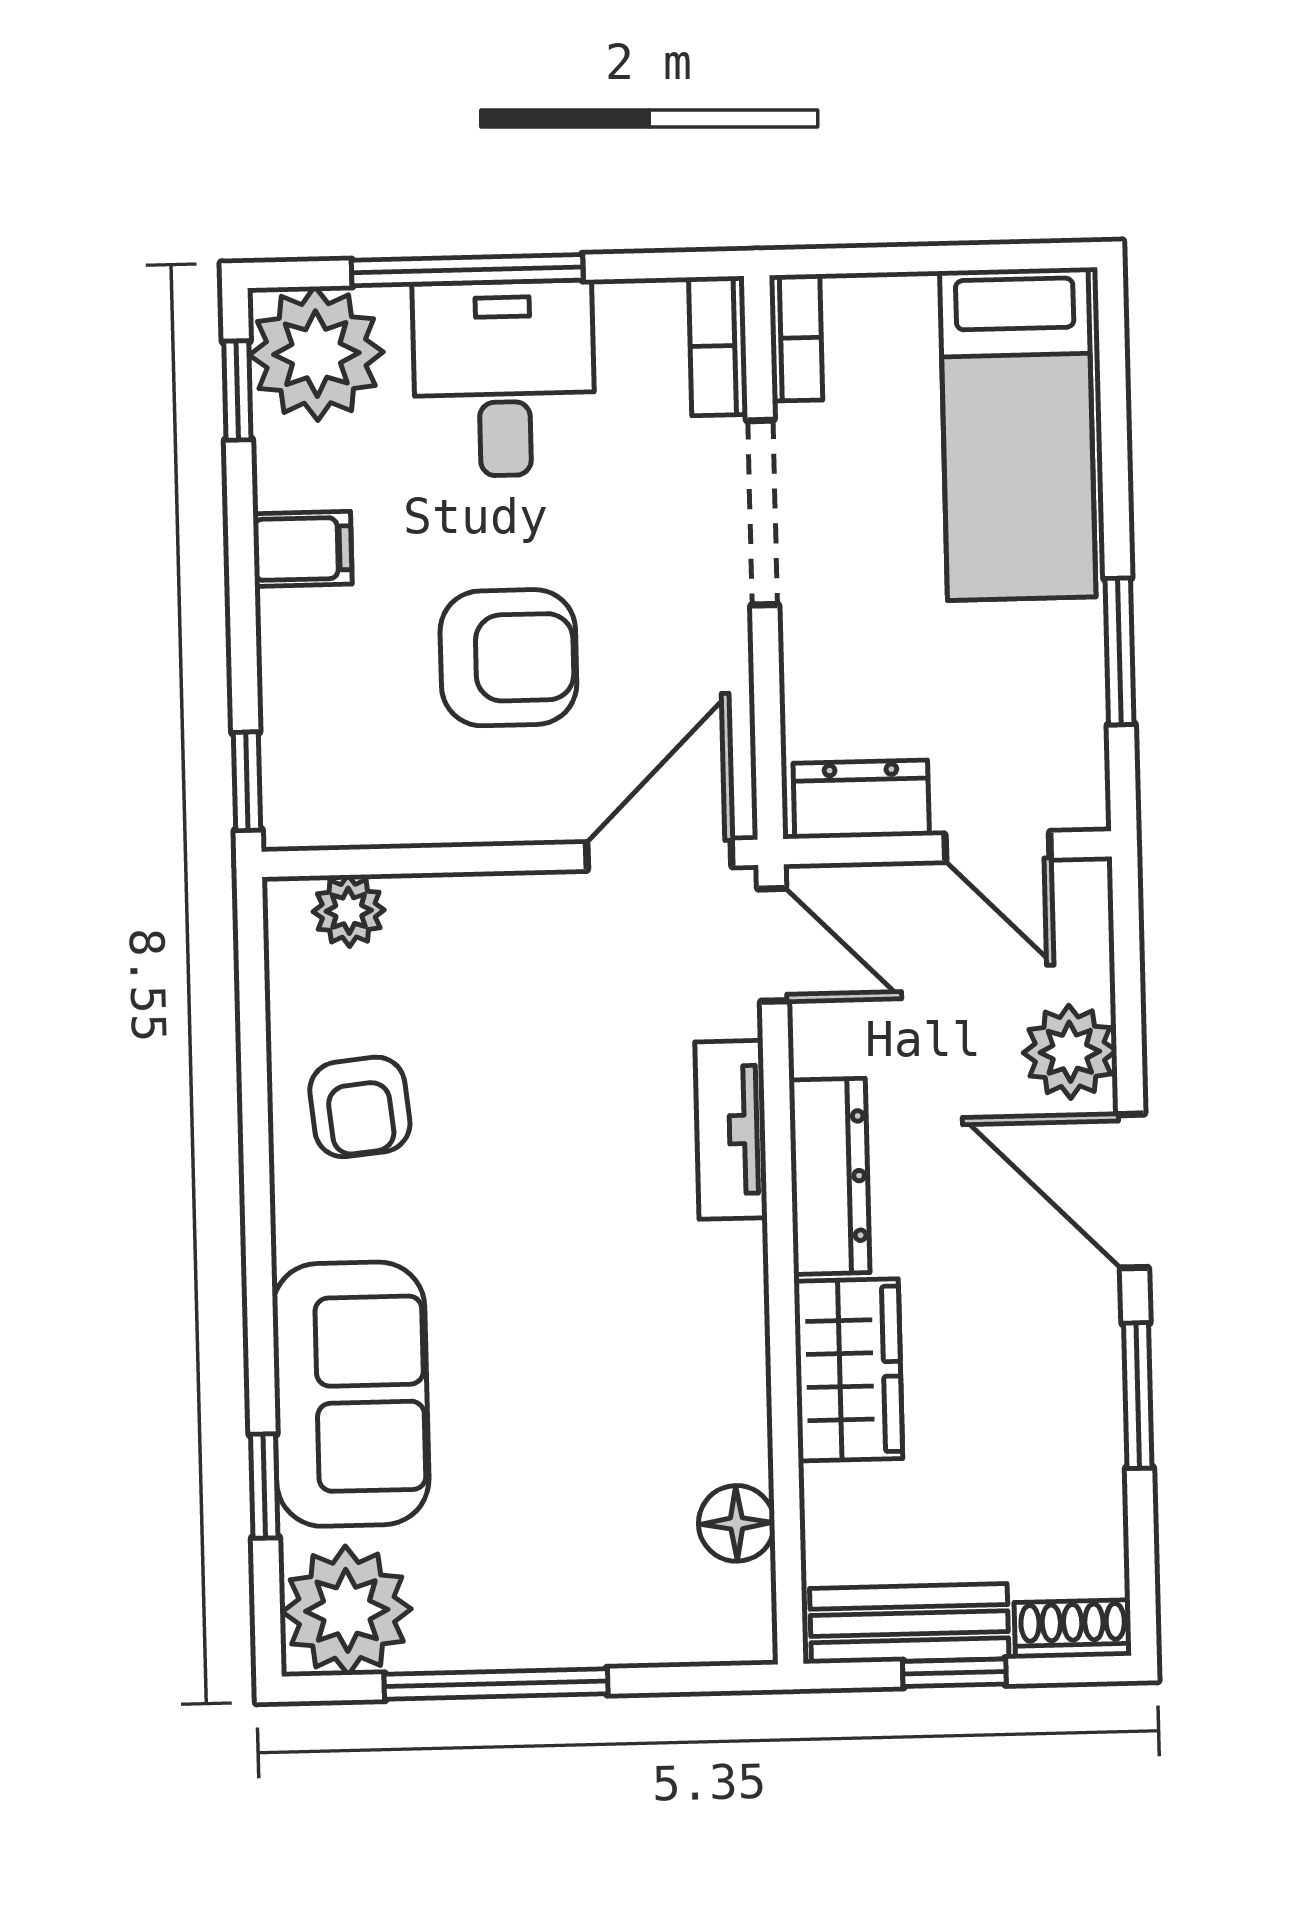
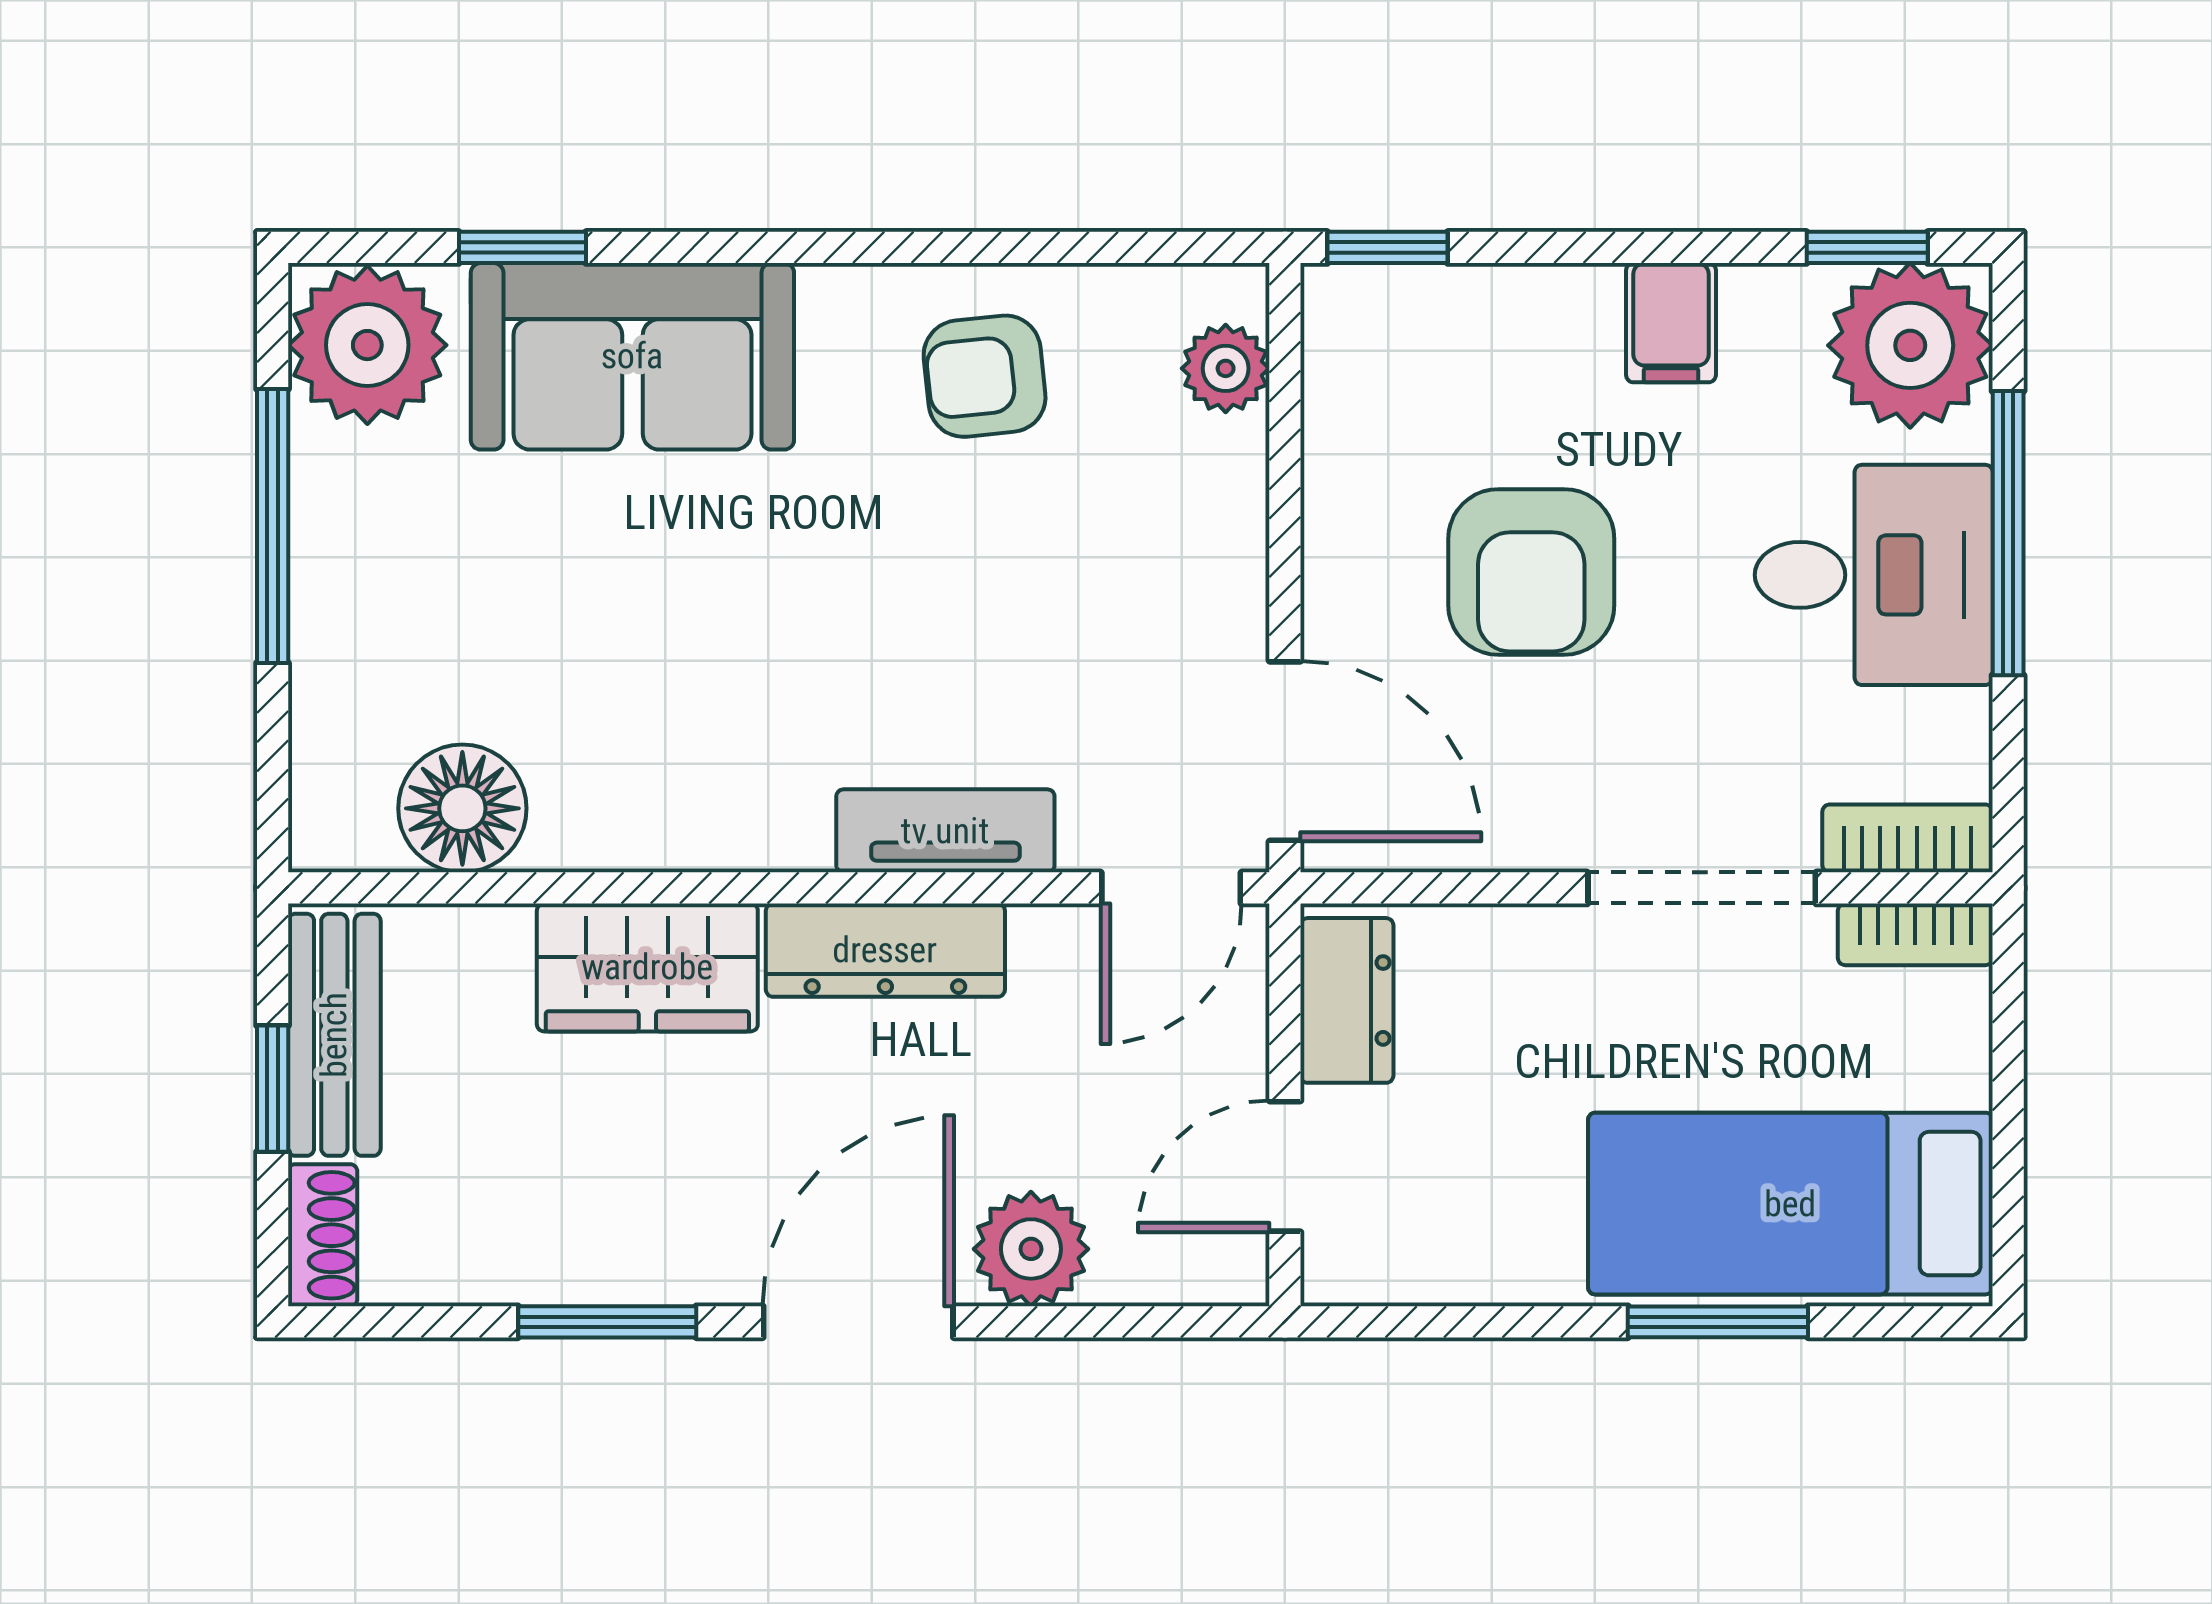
window: (1119, 651) -> (1718, 1322), moved
floor lamp: (737, 1523) -> (462, 808), width x1.38, depth x1.38

